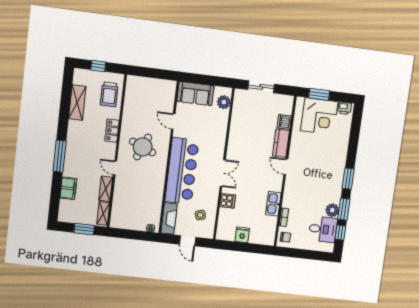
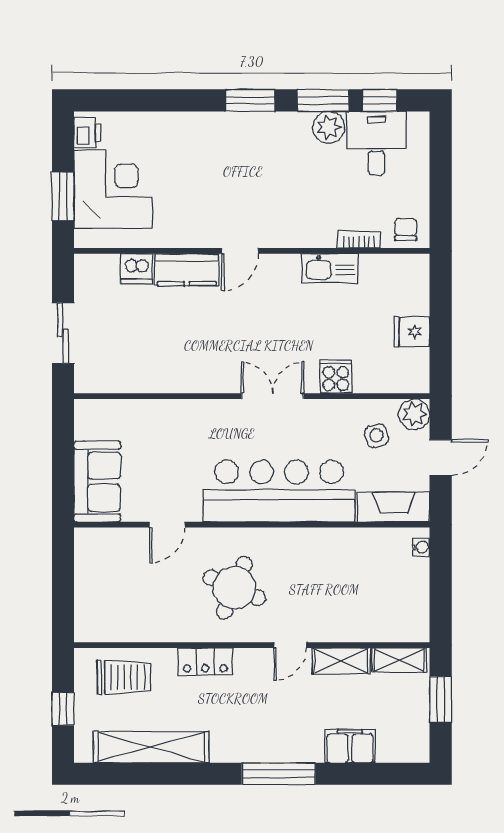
plant: (224, 102) -> (414, 414), moved
shelving: (77, 103) -> (151, 747), width x1.47

